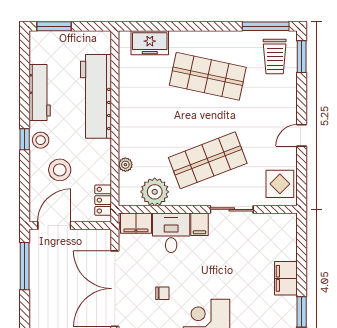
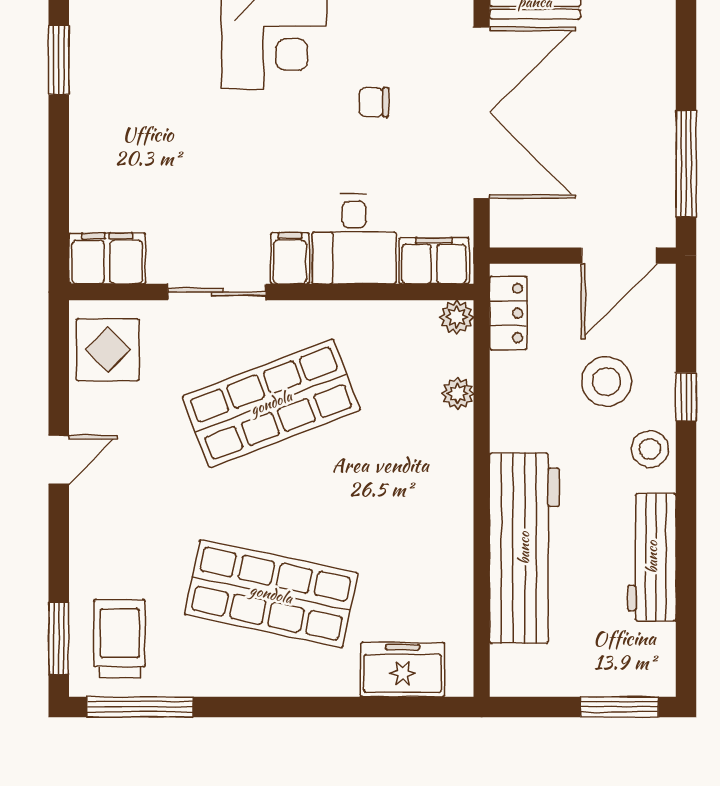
window: (25, 139) -> (686, 397), moved
plant: (155, 192) -> (457, 317), moved, width x0.53, depth x0.53
filing cabinet: (286, 278) -> (107, 258), moved, turned -90

